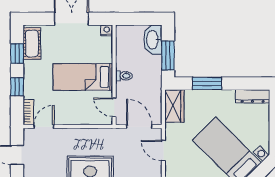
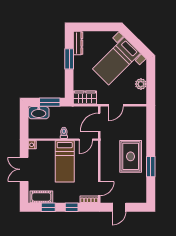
window: (207, 83) -> (69, 59), moved
door: (44, 127) -> (99, 189), swing flipped

